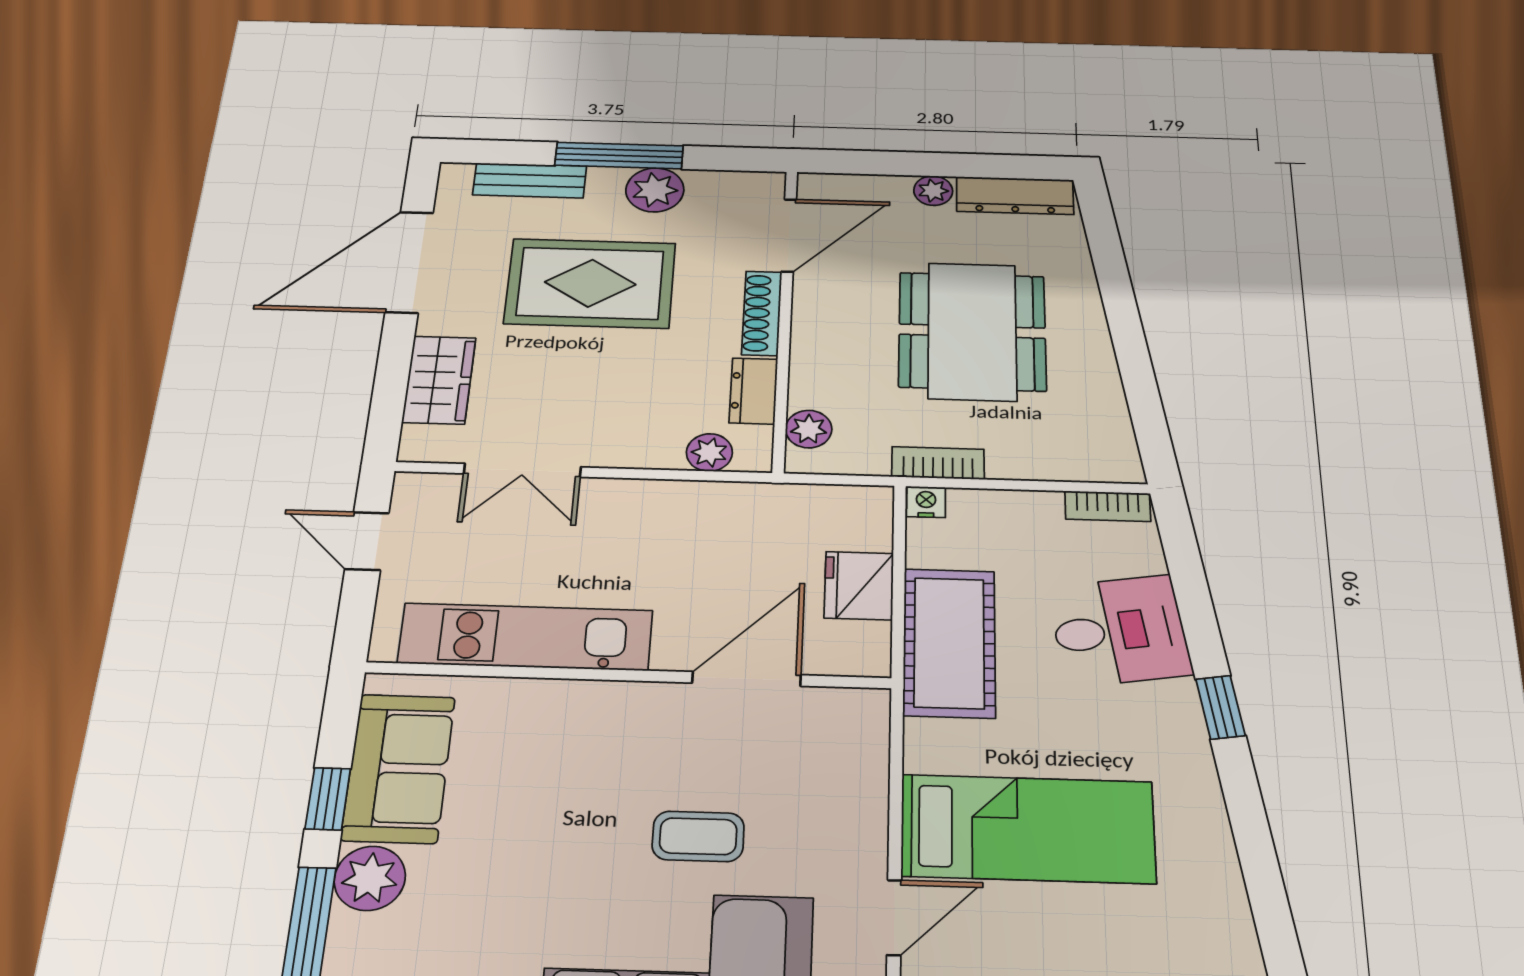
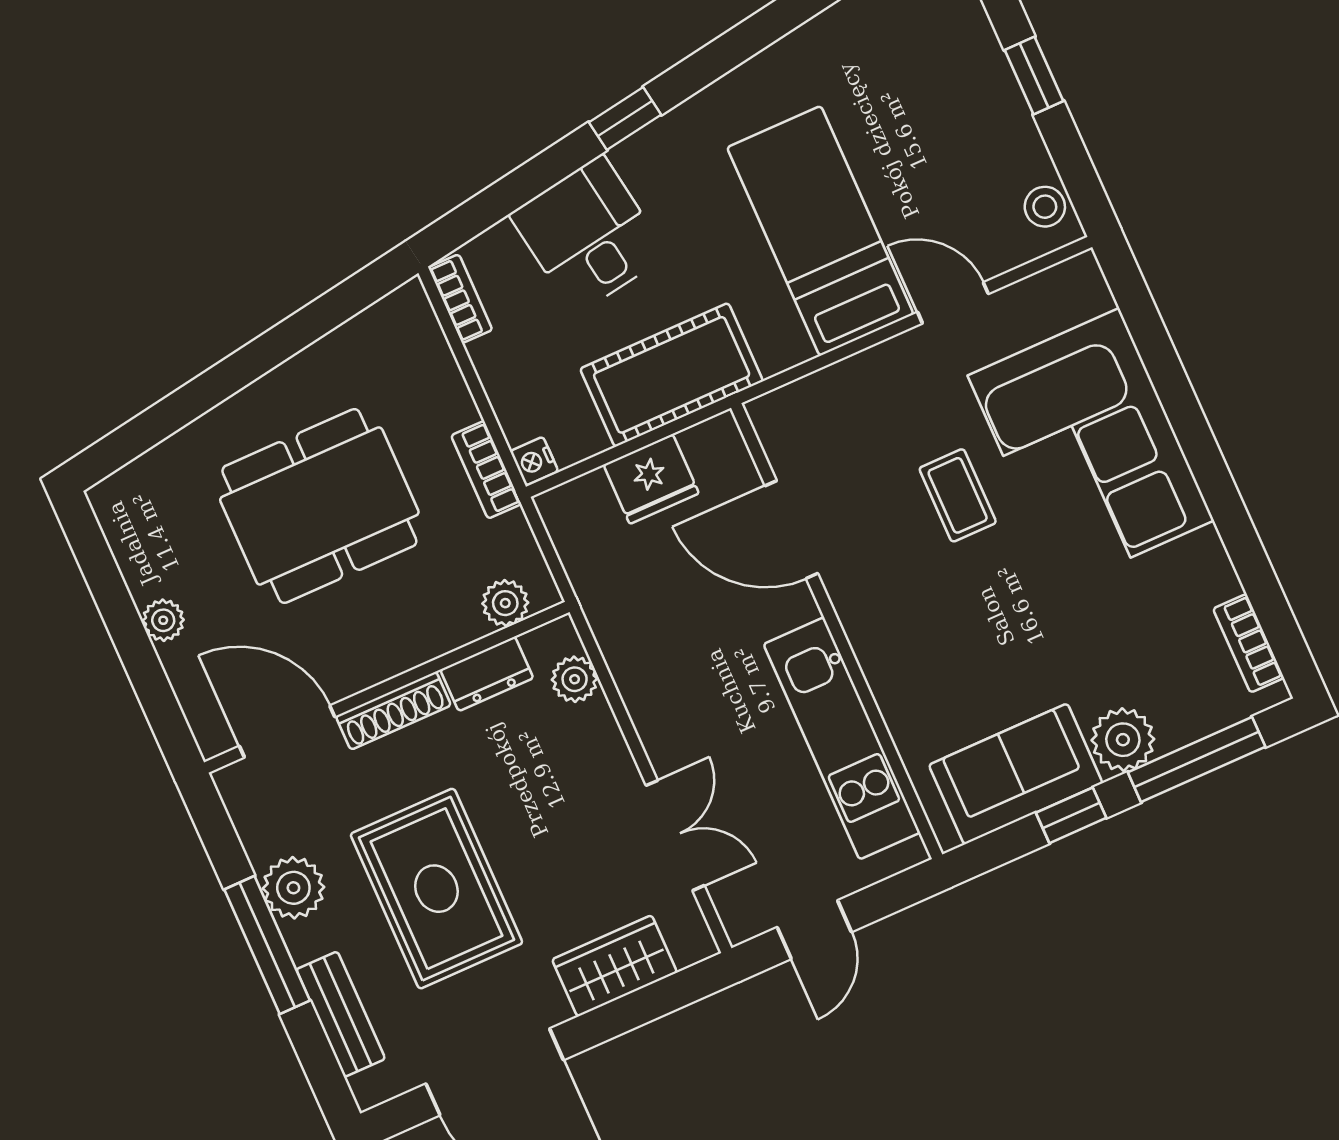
dresser: (1015, 196) -> (131, 539), removed

